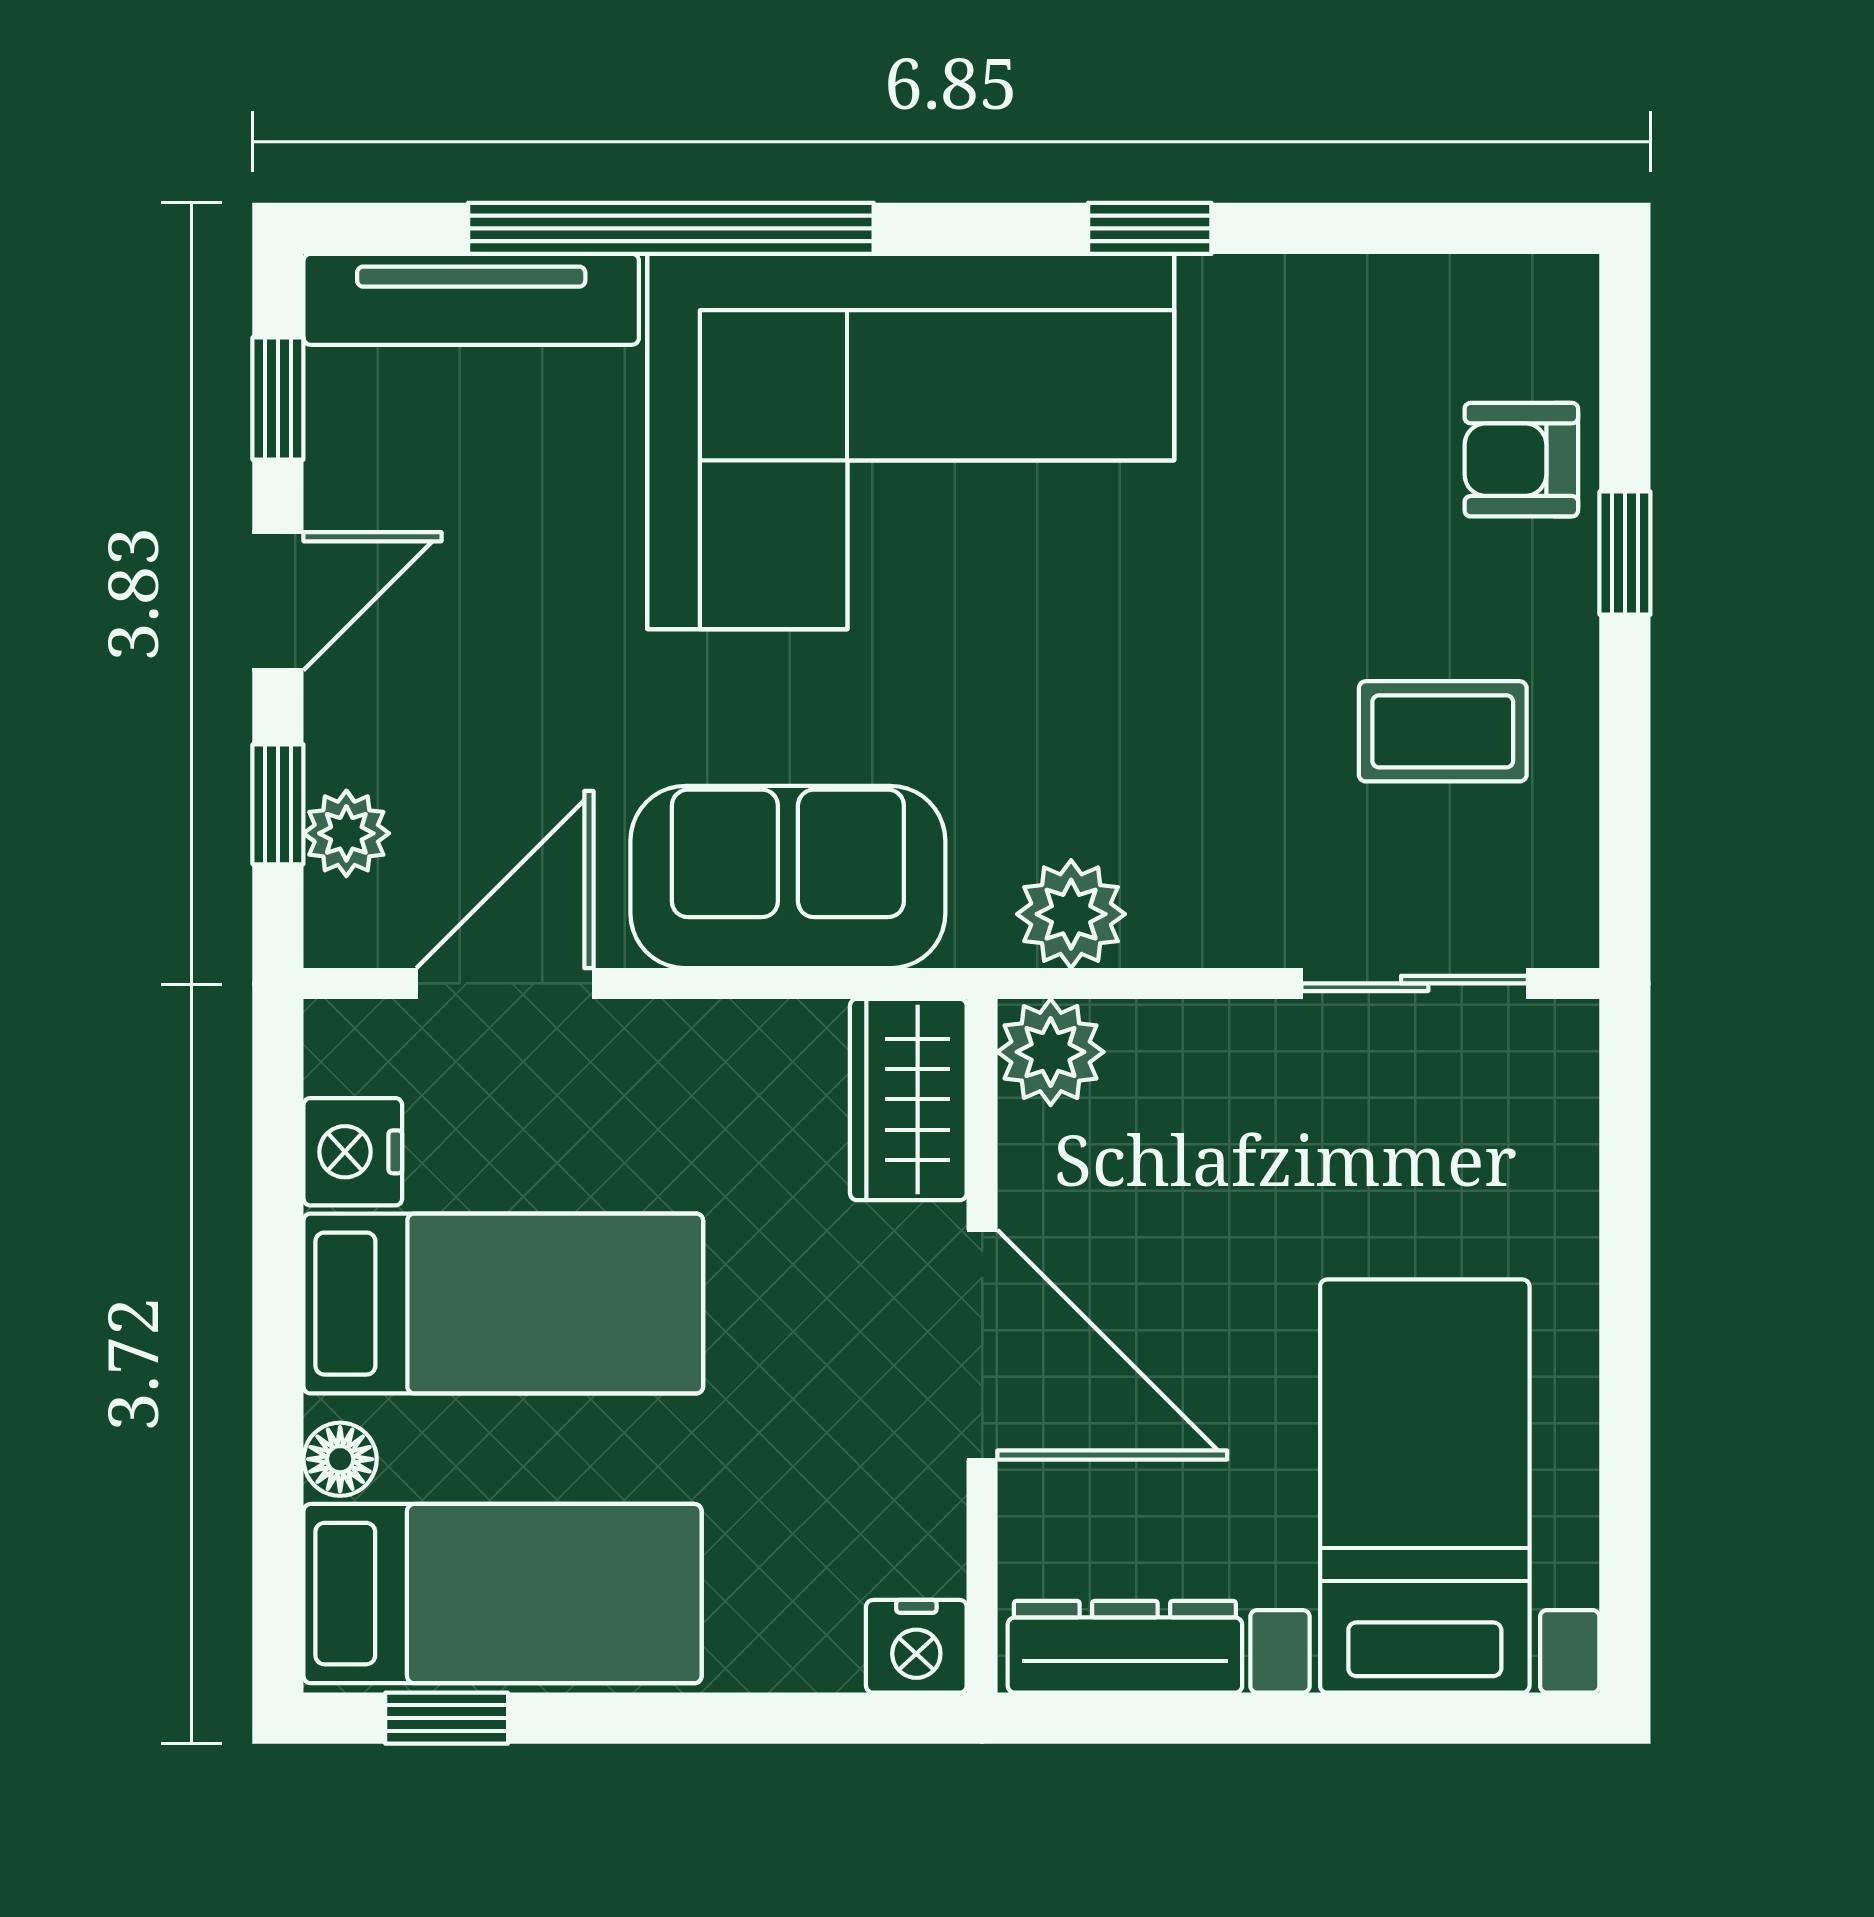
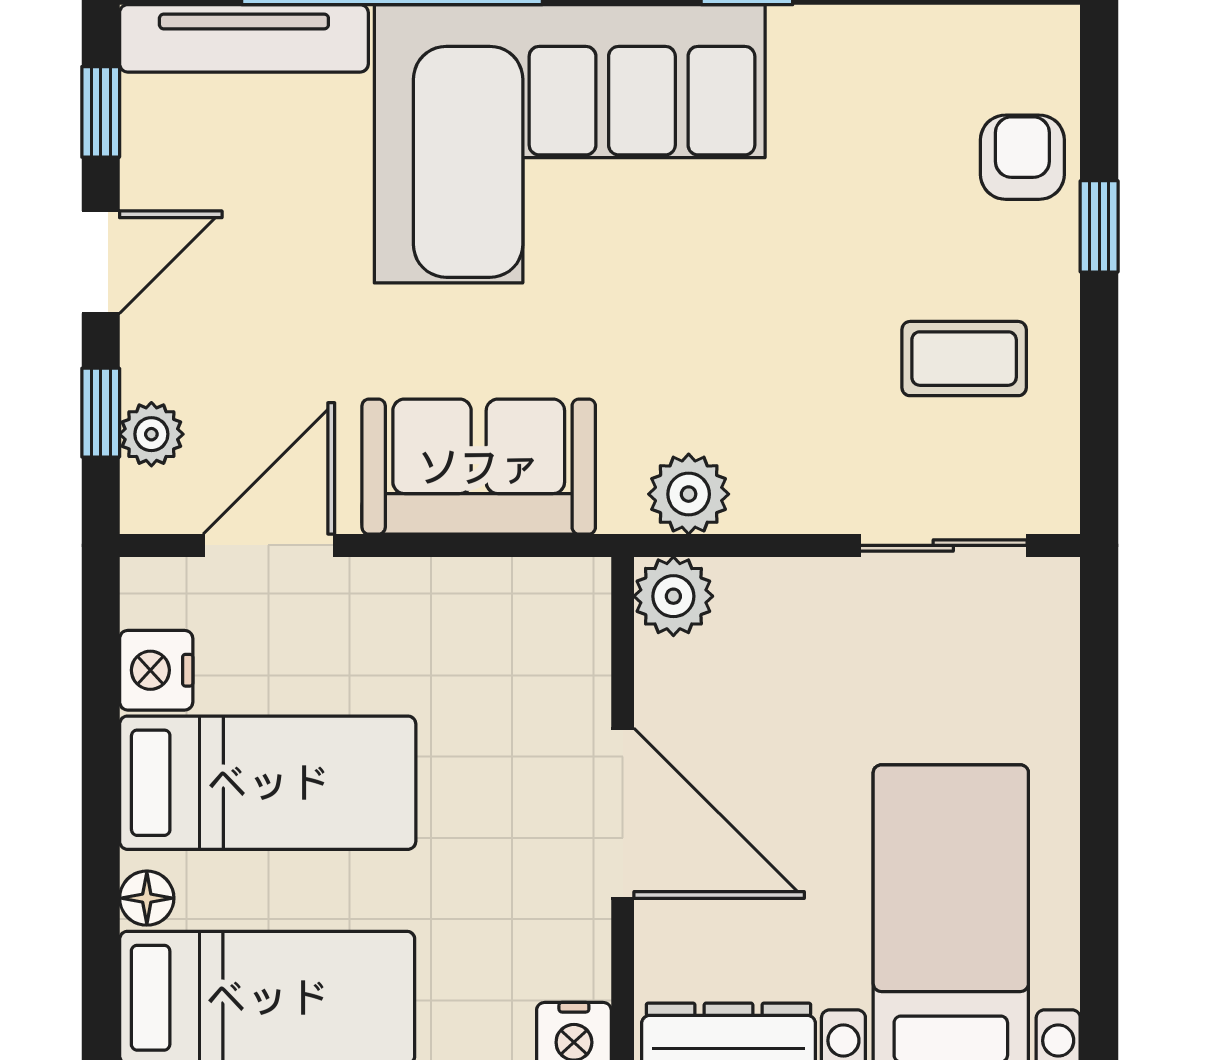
armchair: (1521, 460) -> (1022, 157), turned 90
wardrobe: (908, 1099) -> (568, 631), removed

